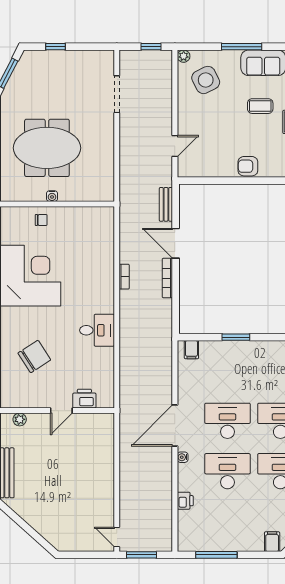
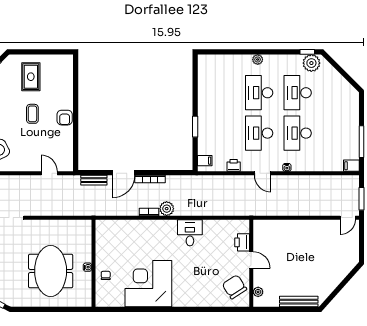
coffee table: (260, 106) -> (32, 114), moved
plant: (129, 300) -> (167, 209), added
chair: (34, 356) -> (234, 287), moved
door: (175, 425) -> (263, 173), width x0.53
printer: (185, 501) -> (234, 165), moved
filing cabinet: (272, 542) -> (351, 166), moved

